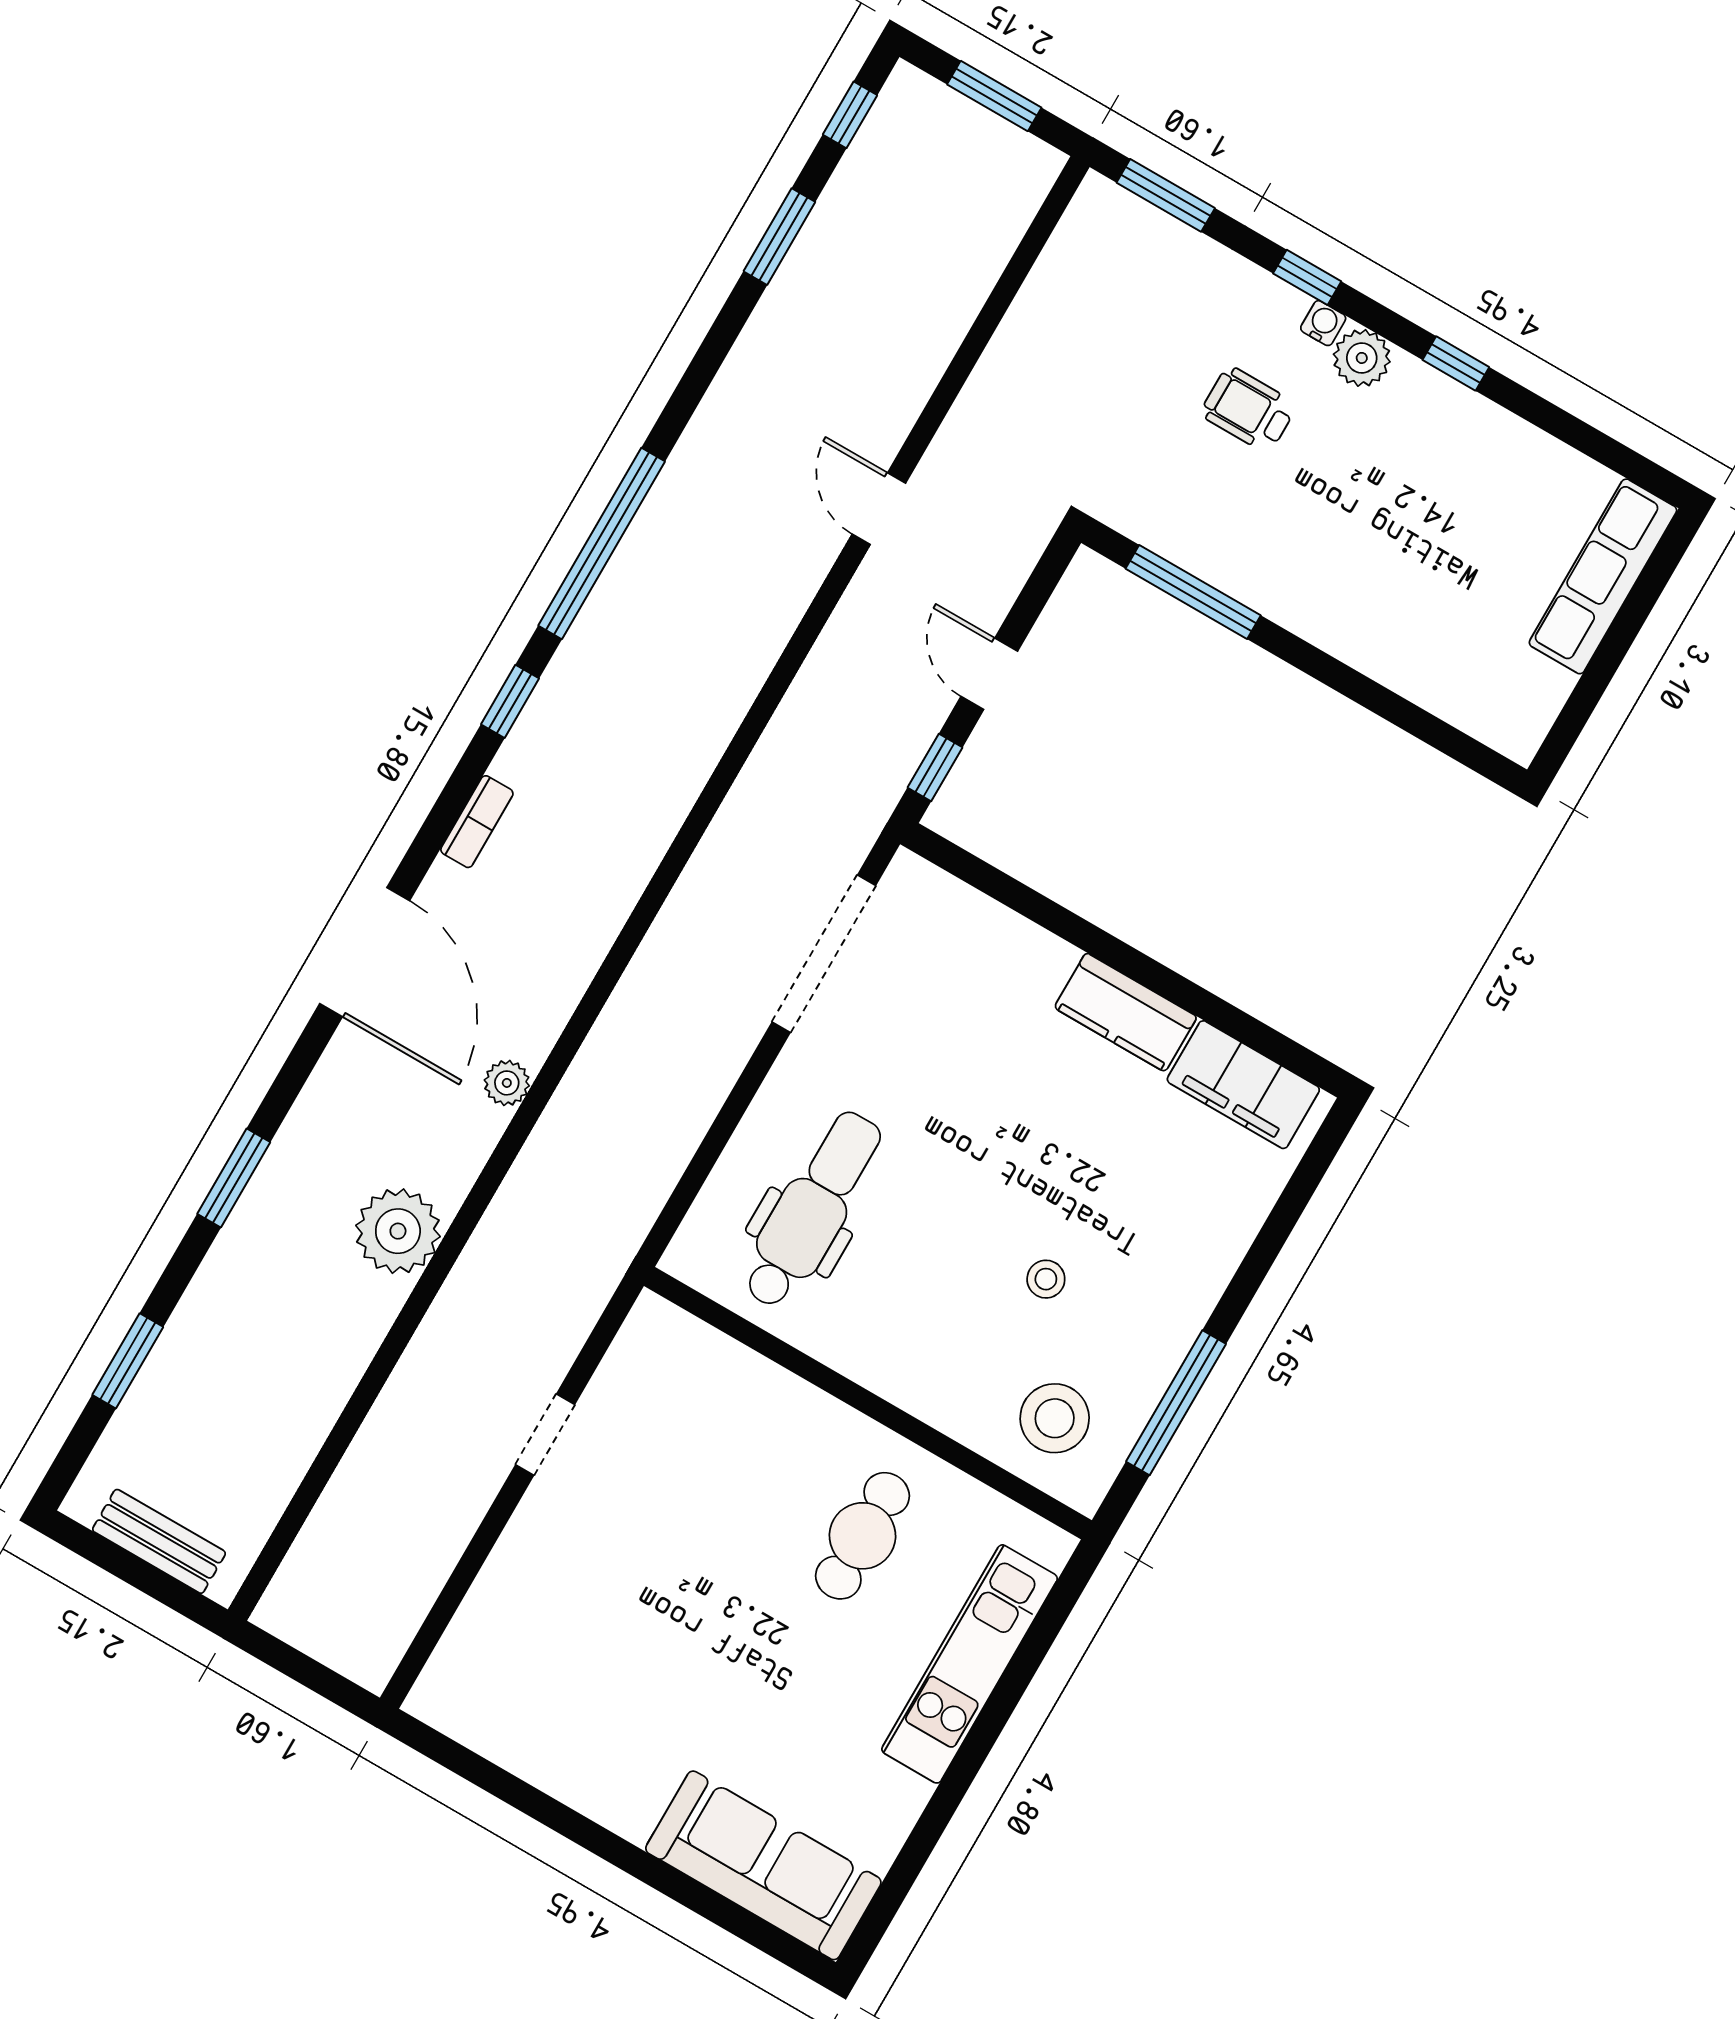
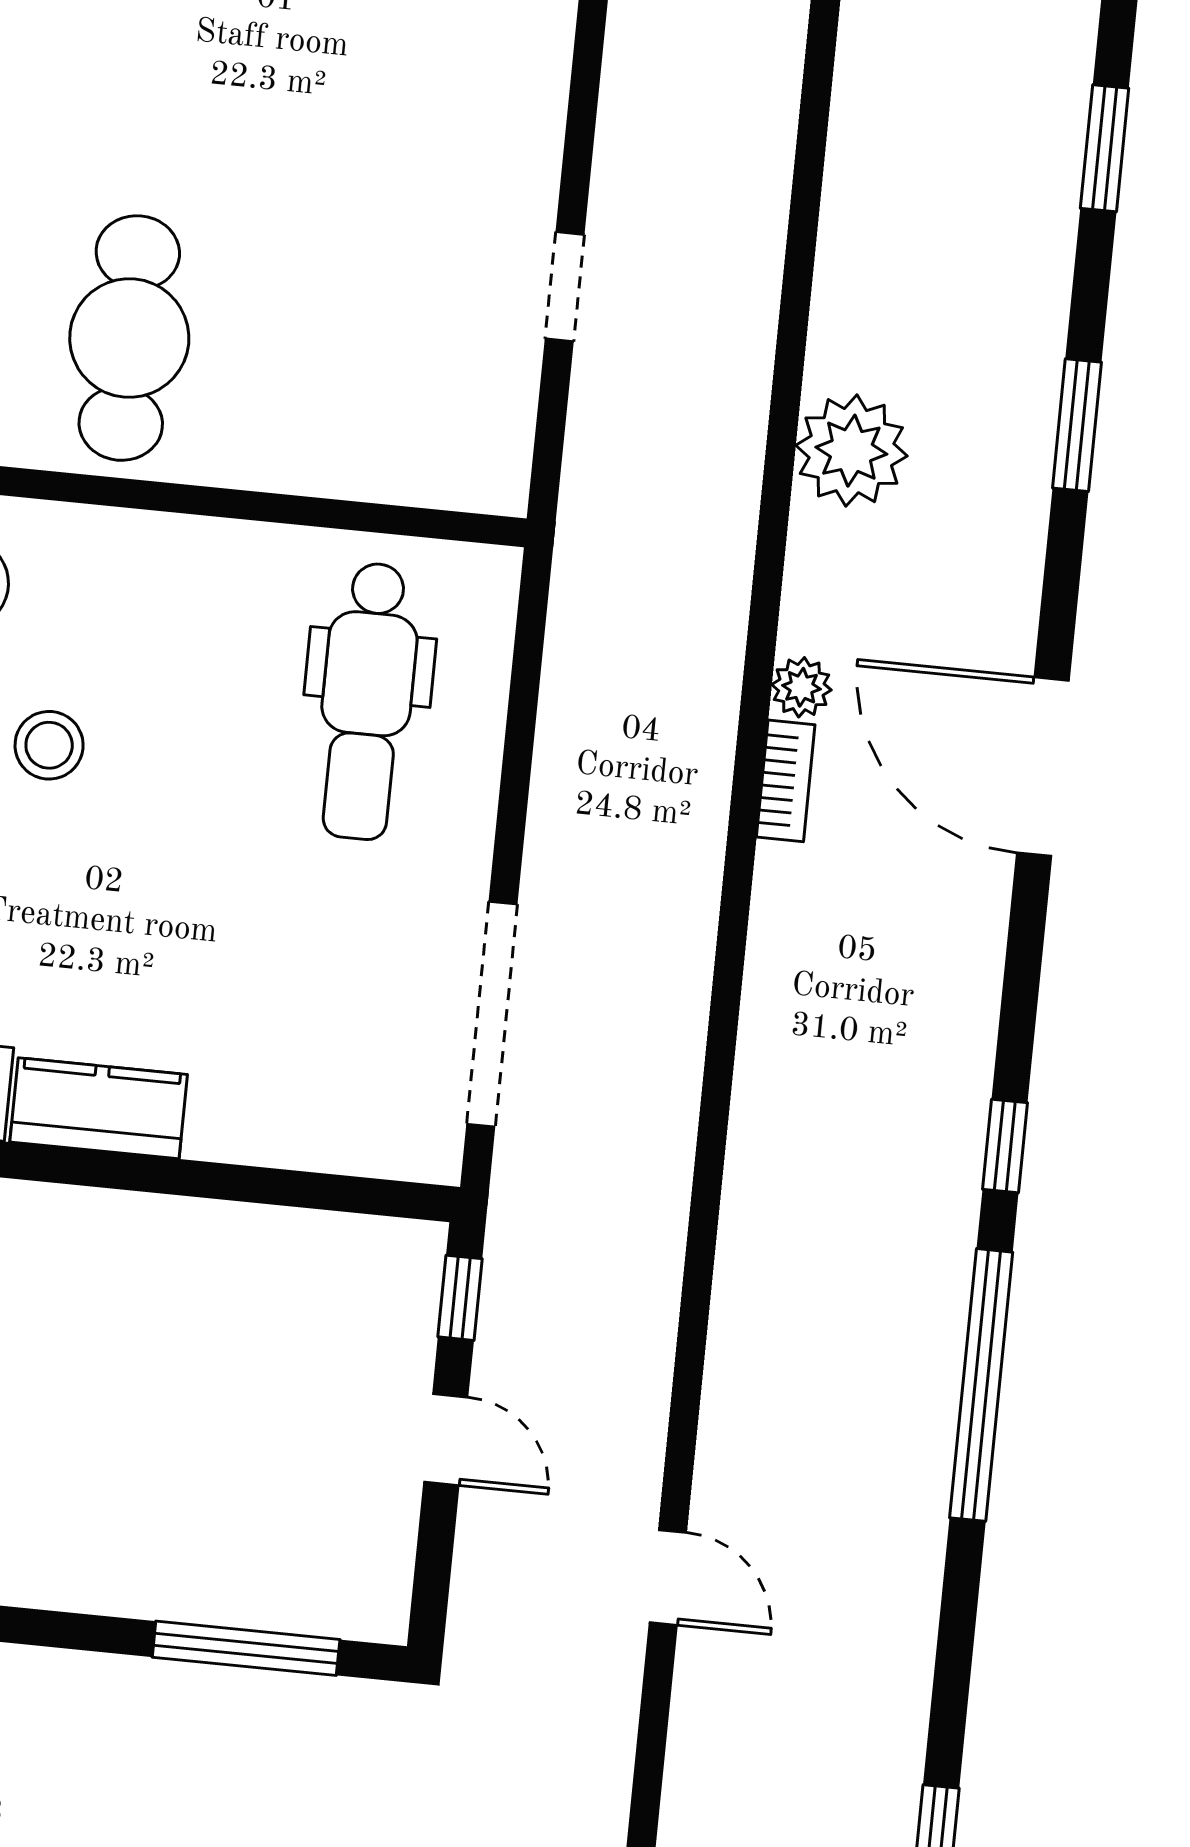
bookcase: (477, 822) -> (786, 781), moved, turned 180
stool: (1046, 1279) -> (49, 745), width x1.37, depth x1.37
cafe table: (863, 1536) -> (129, 338), width x1.37, depth x1.35

